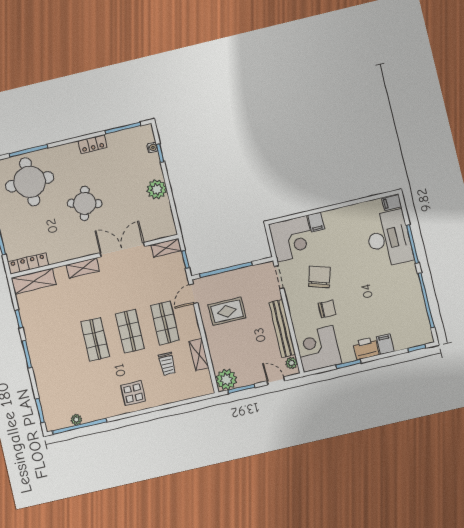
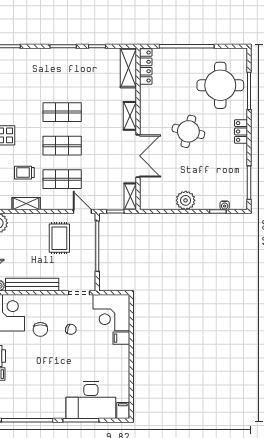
locker: (92, 144) -> (241, 131), moved
chair: (319, 277) -> (71, 329), width x0.54, depth x0.54

